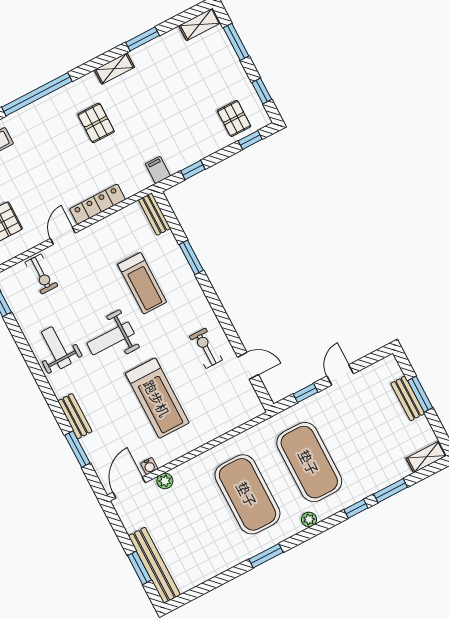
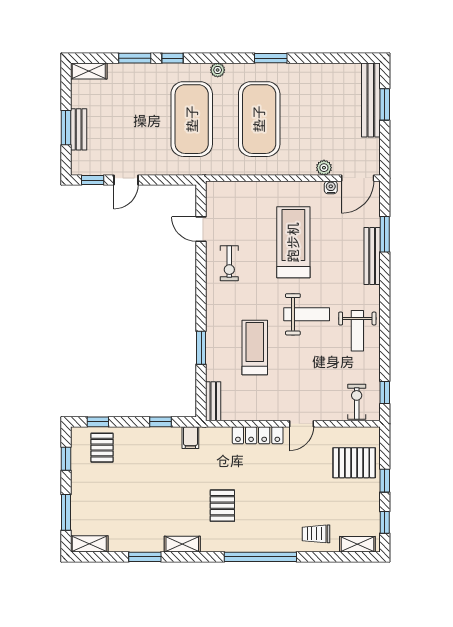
exercise bike: (41, 274) -> (357, 402), moved
window: (306, 393) -> (93, 180), moved
bench: (75, 416) -> (372, 256), width x1.36

